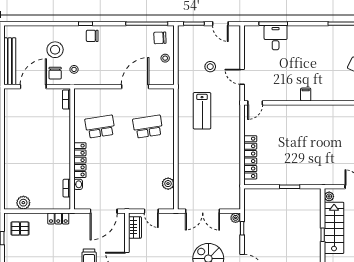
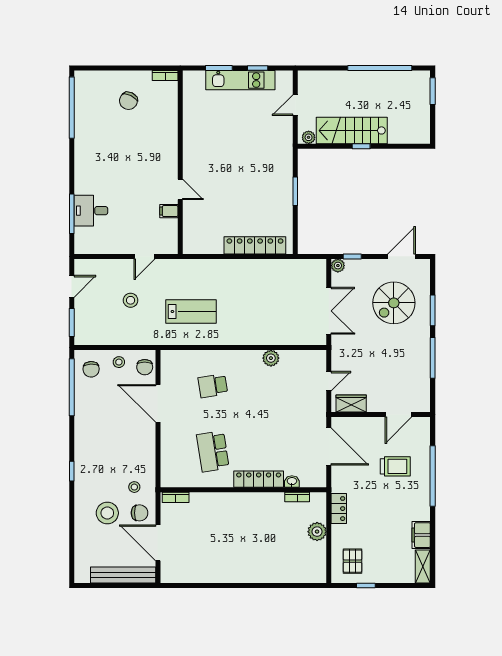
chair: (92, 36) -> (145, 367), moved
filing cabinet: (306, 95) -> (169, 211), moved
door: (255, 103) -> (180, 189), moved
school desk: (148, 127) -> (213, 386), width x0.54
plant: (168, 184) -> (271, 358), moved
plant: (23, 203) -> (317, 532), moved

